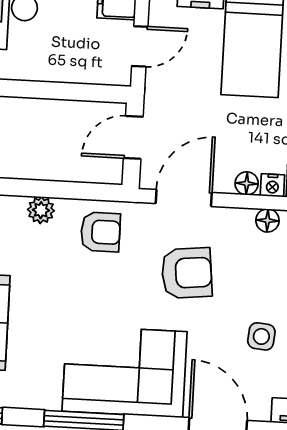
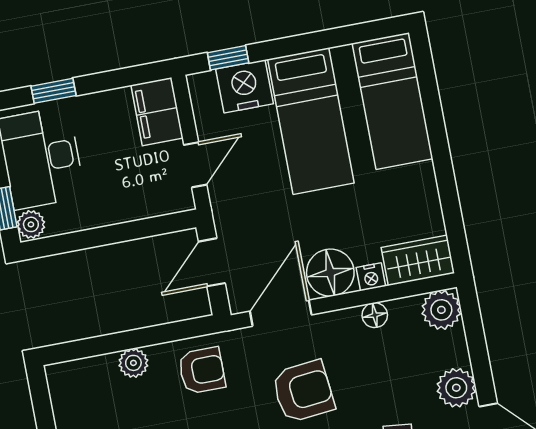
floor lamp: (247, 183) -> (330, 273), width x1.89, depth x1.89

